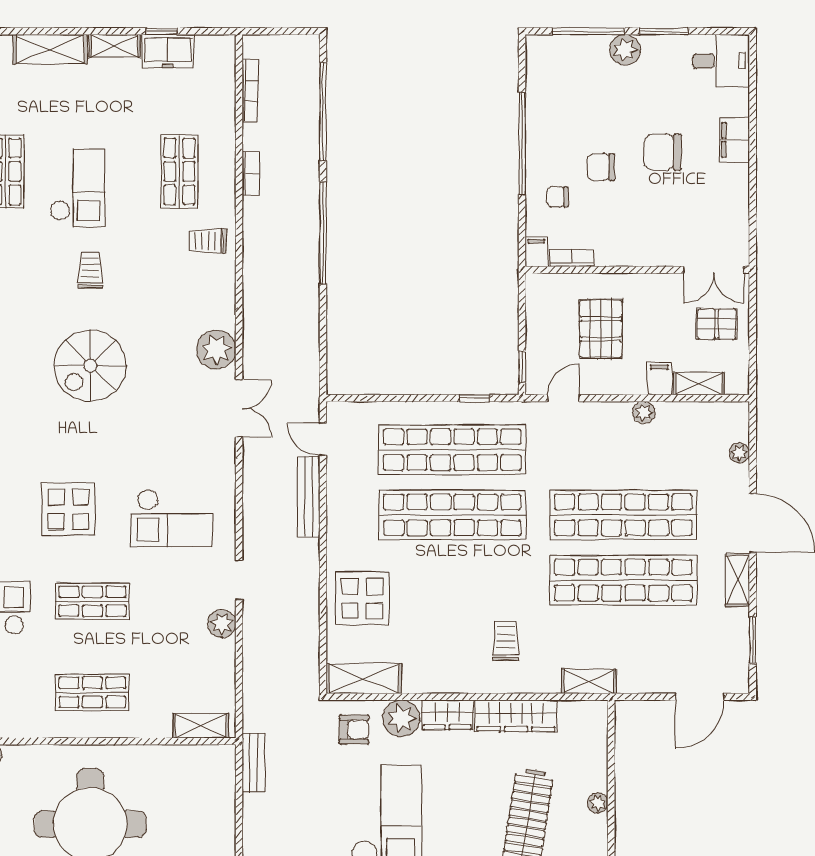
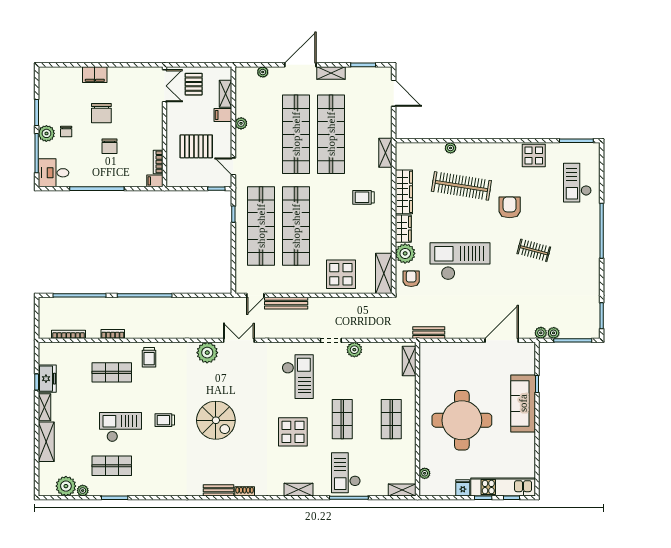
desk: (721, 61) -> (54, 173), moved, turned -90
chair: (558, 197) -> (66, 131), moved

